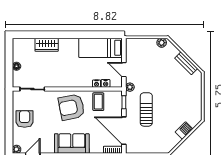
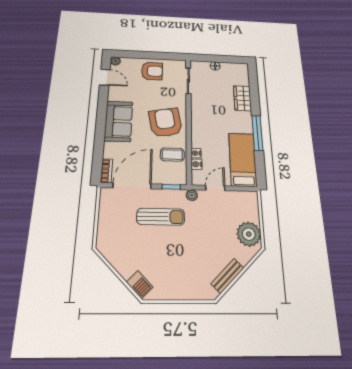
window: (78, 35) -> (257, 133), added
plant: (162, 43) -> (249, 234), width x1.88, depth x1.88
barbecue: (184, 131) -> (140, 285), moved

